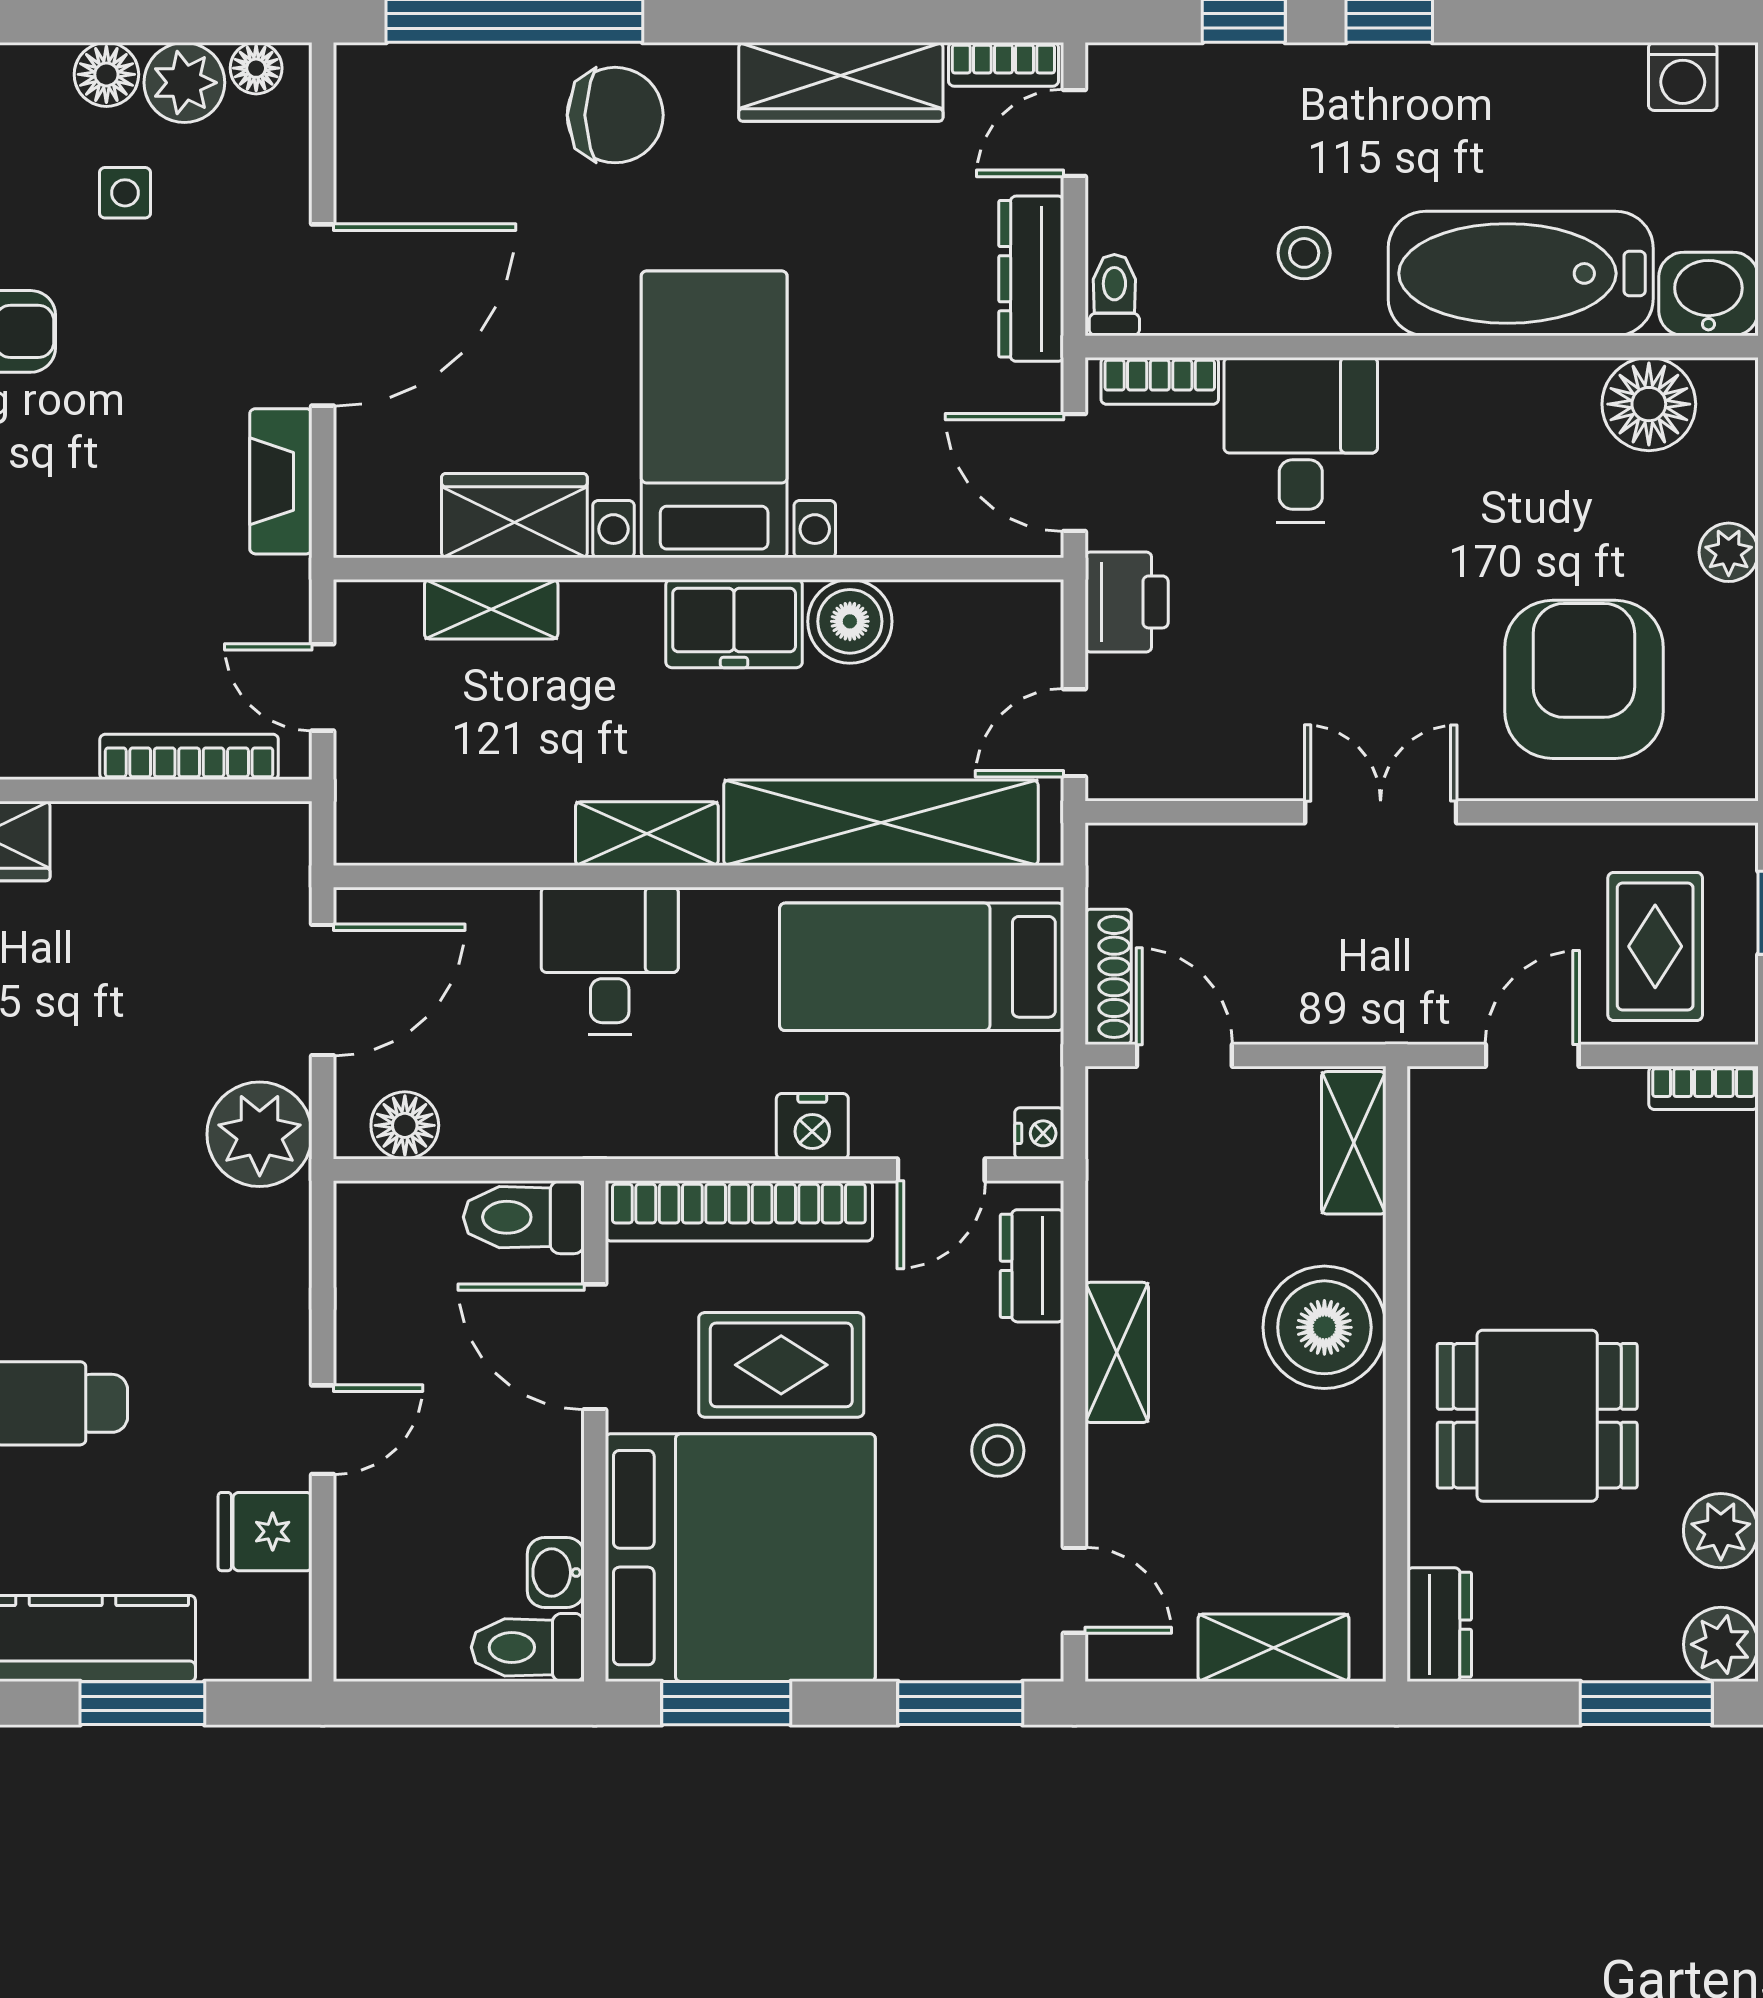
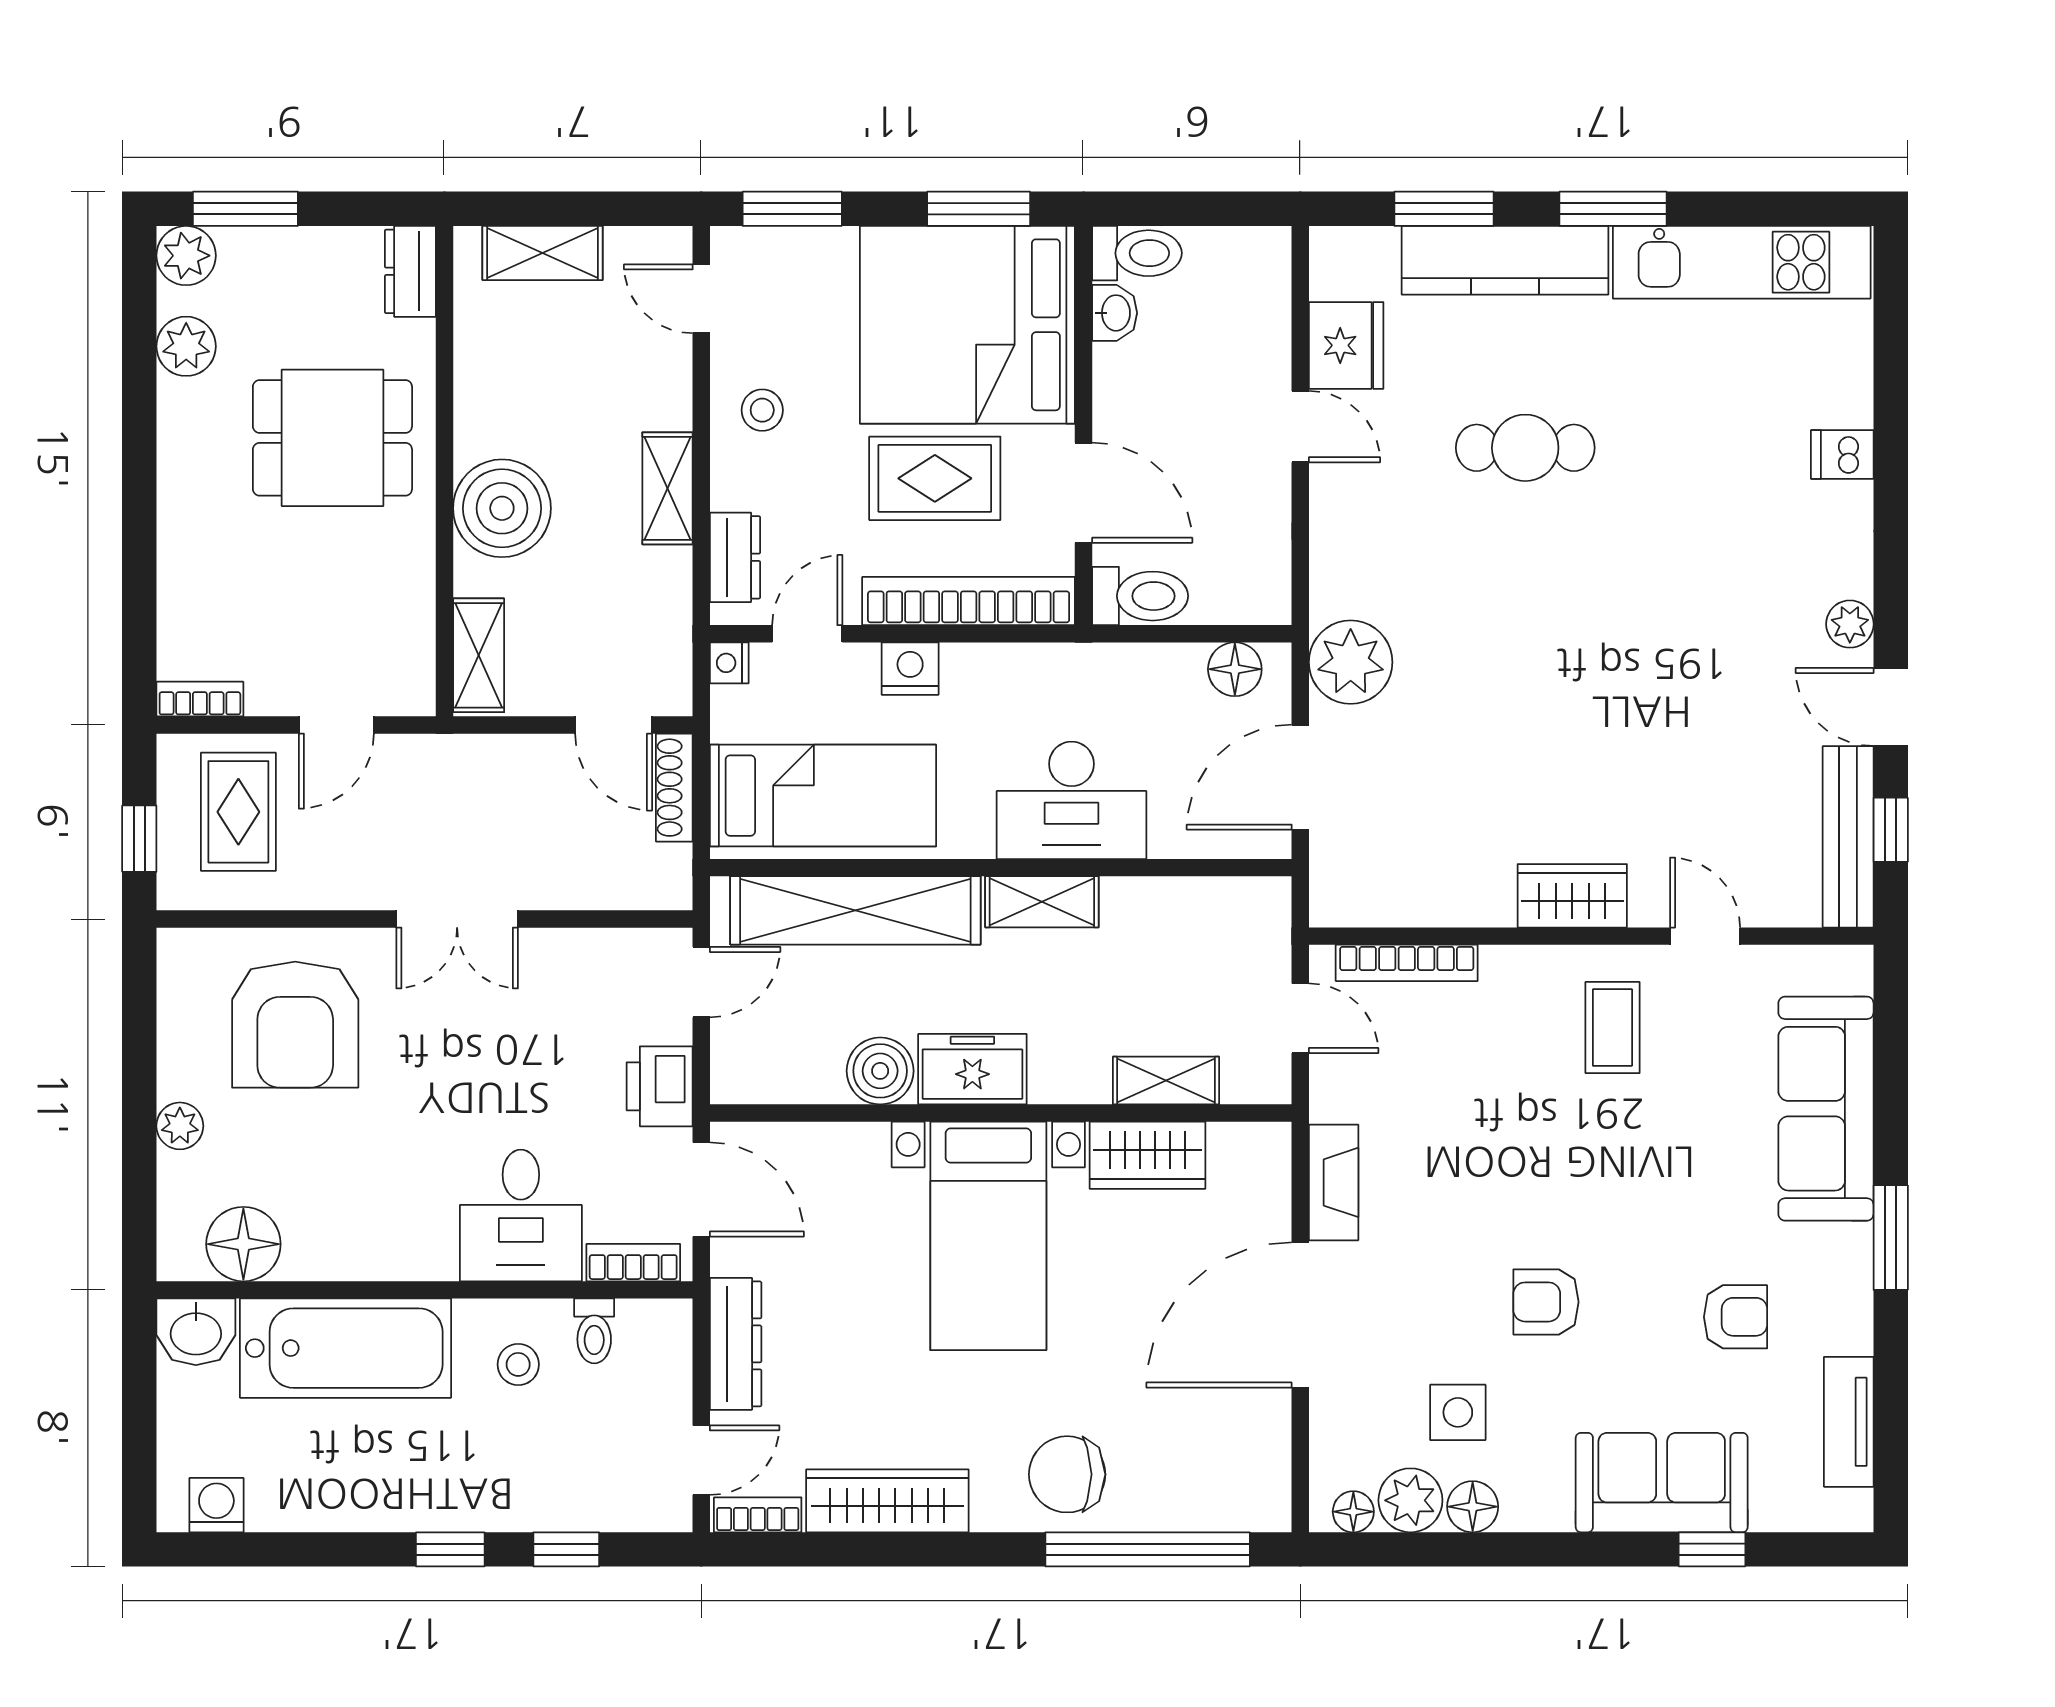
side table: (125, 193) -> (1458, 1412), width x1.37, depth x1.37
toilet: (1114, 295) -> (594, 1331), moved
desk: (610, 961) -> (1072, 800), width x1.37
door: (323, 1430) -> (1300, 427), swing flipped
fridge: (265, 1532) -> (1346, 345), width x1.38

